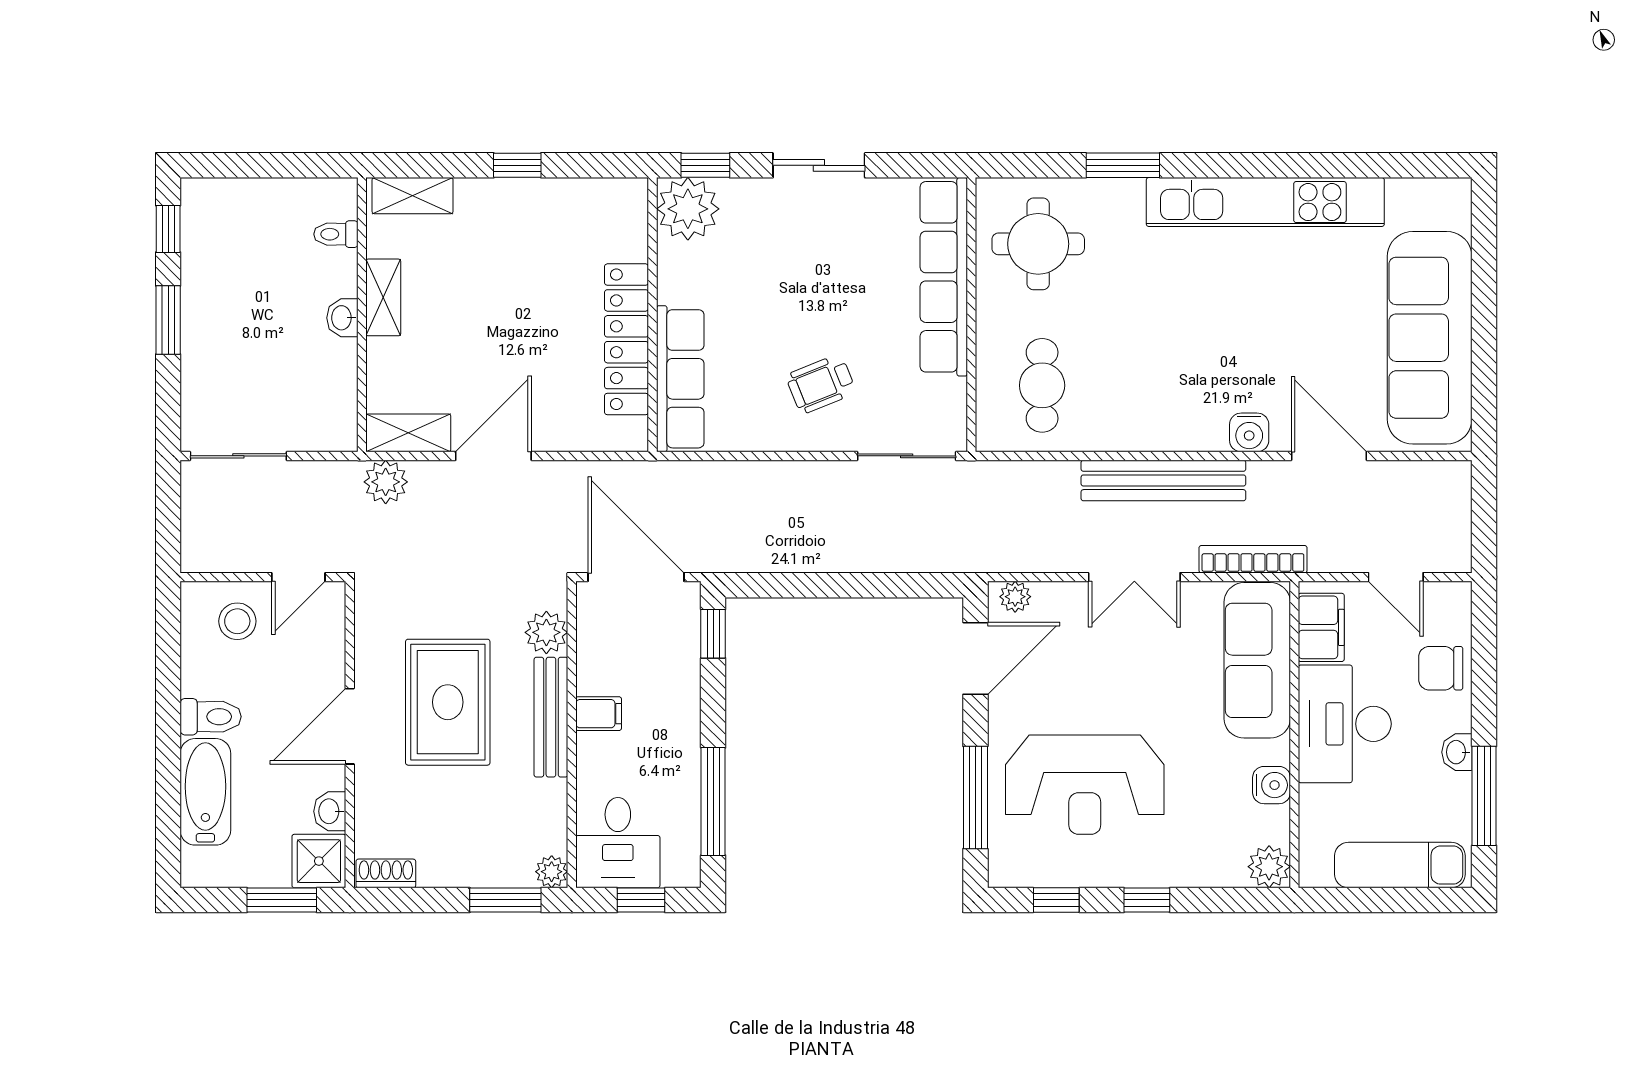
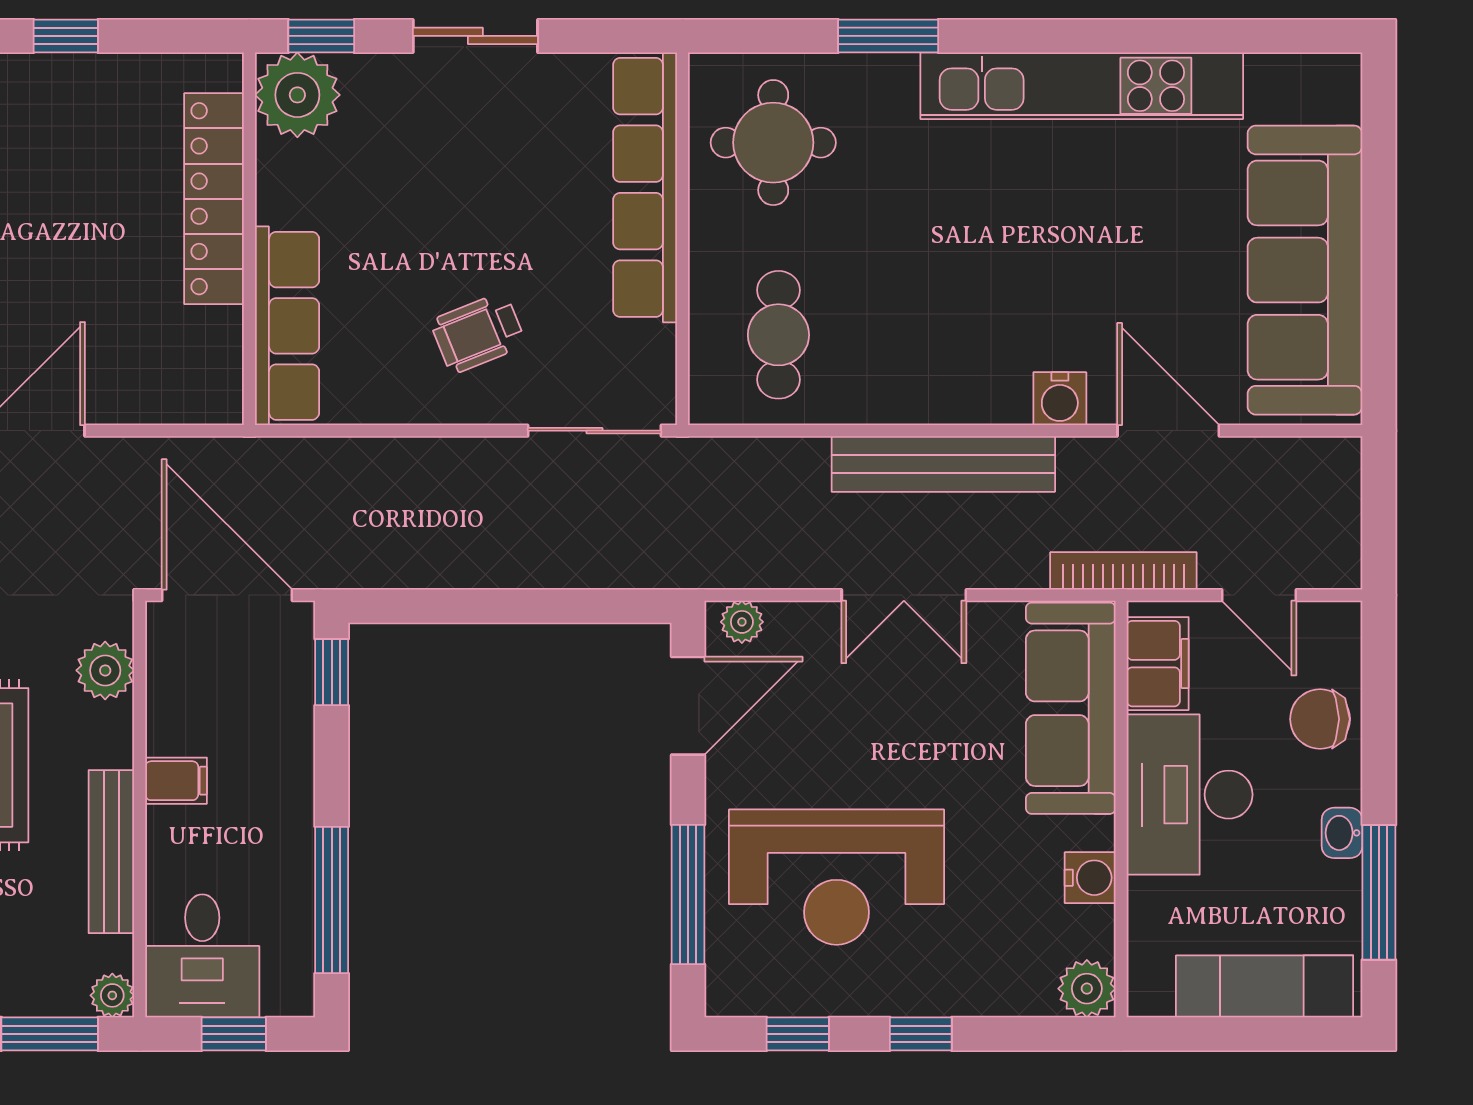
locker: (626, 339) -> (214, 199), moved
bookcase: (1253, 559) -> (1123, 571), moved
bench: (551, 717) -> (111, 852), moved

